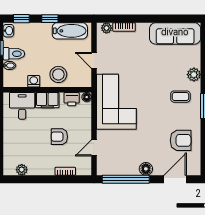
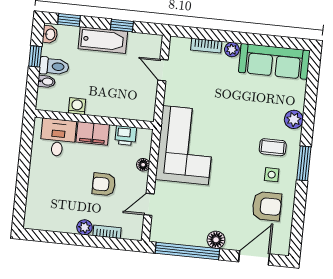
window: (50, 19) -> (122, 25), moved
plant: (106, 28) -> (232, 50), moved
bathtub: (70, 31) -> (103, 40), moved
door: (94, 60) -> (163, 70), moved
stool: (58, 74) -> (111, 100), removed
floor lamp: (87, 97) -> (143, 165), moved
side table: (182, 117) -> (272, 175), added
plant: (22, 170) -> (85, 227), moved

